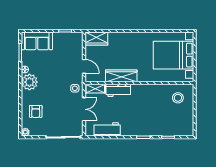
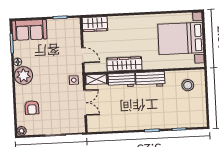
workbench: (107, 129) -> (150, 79), moved, turned 180

